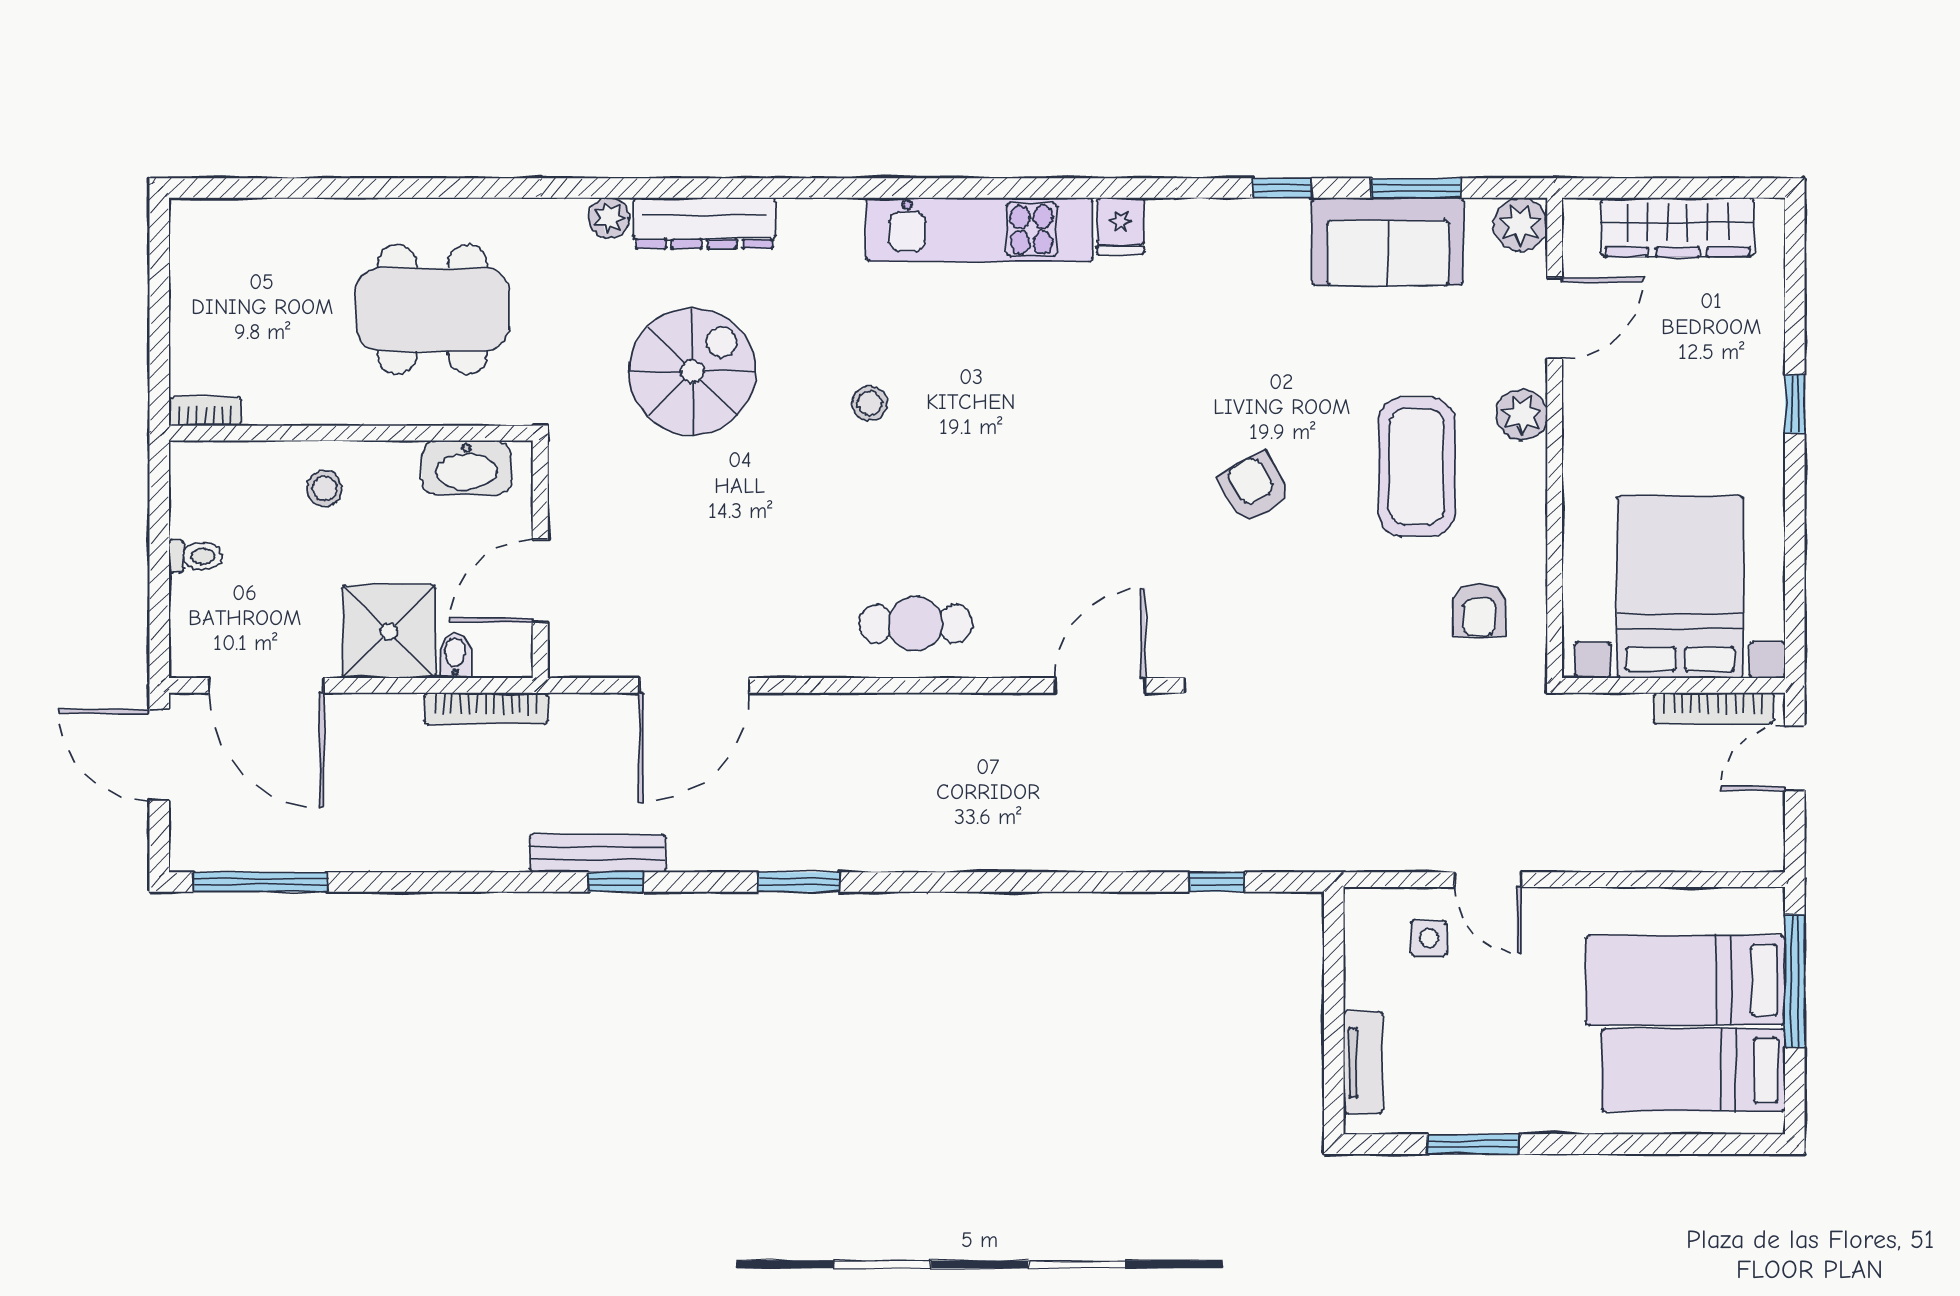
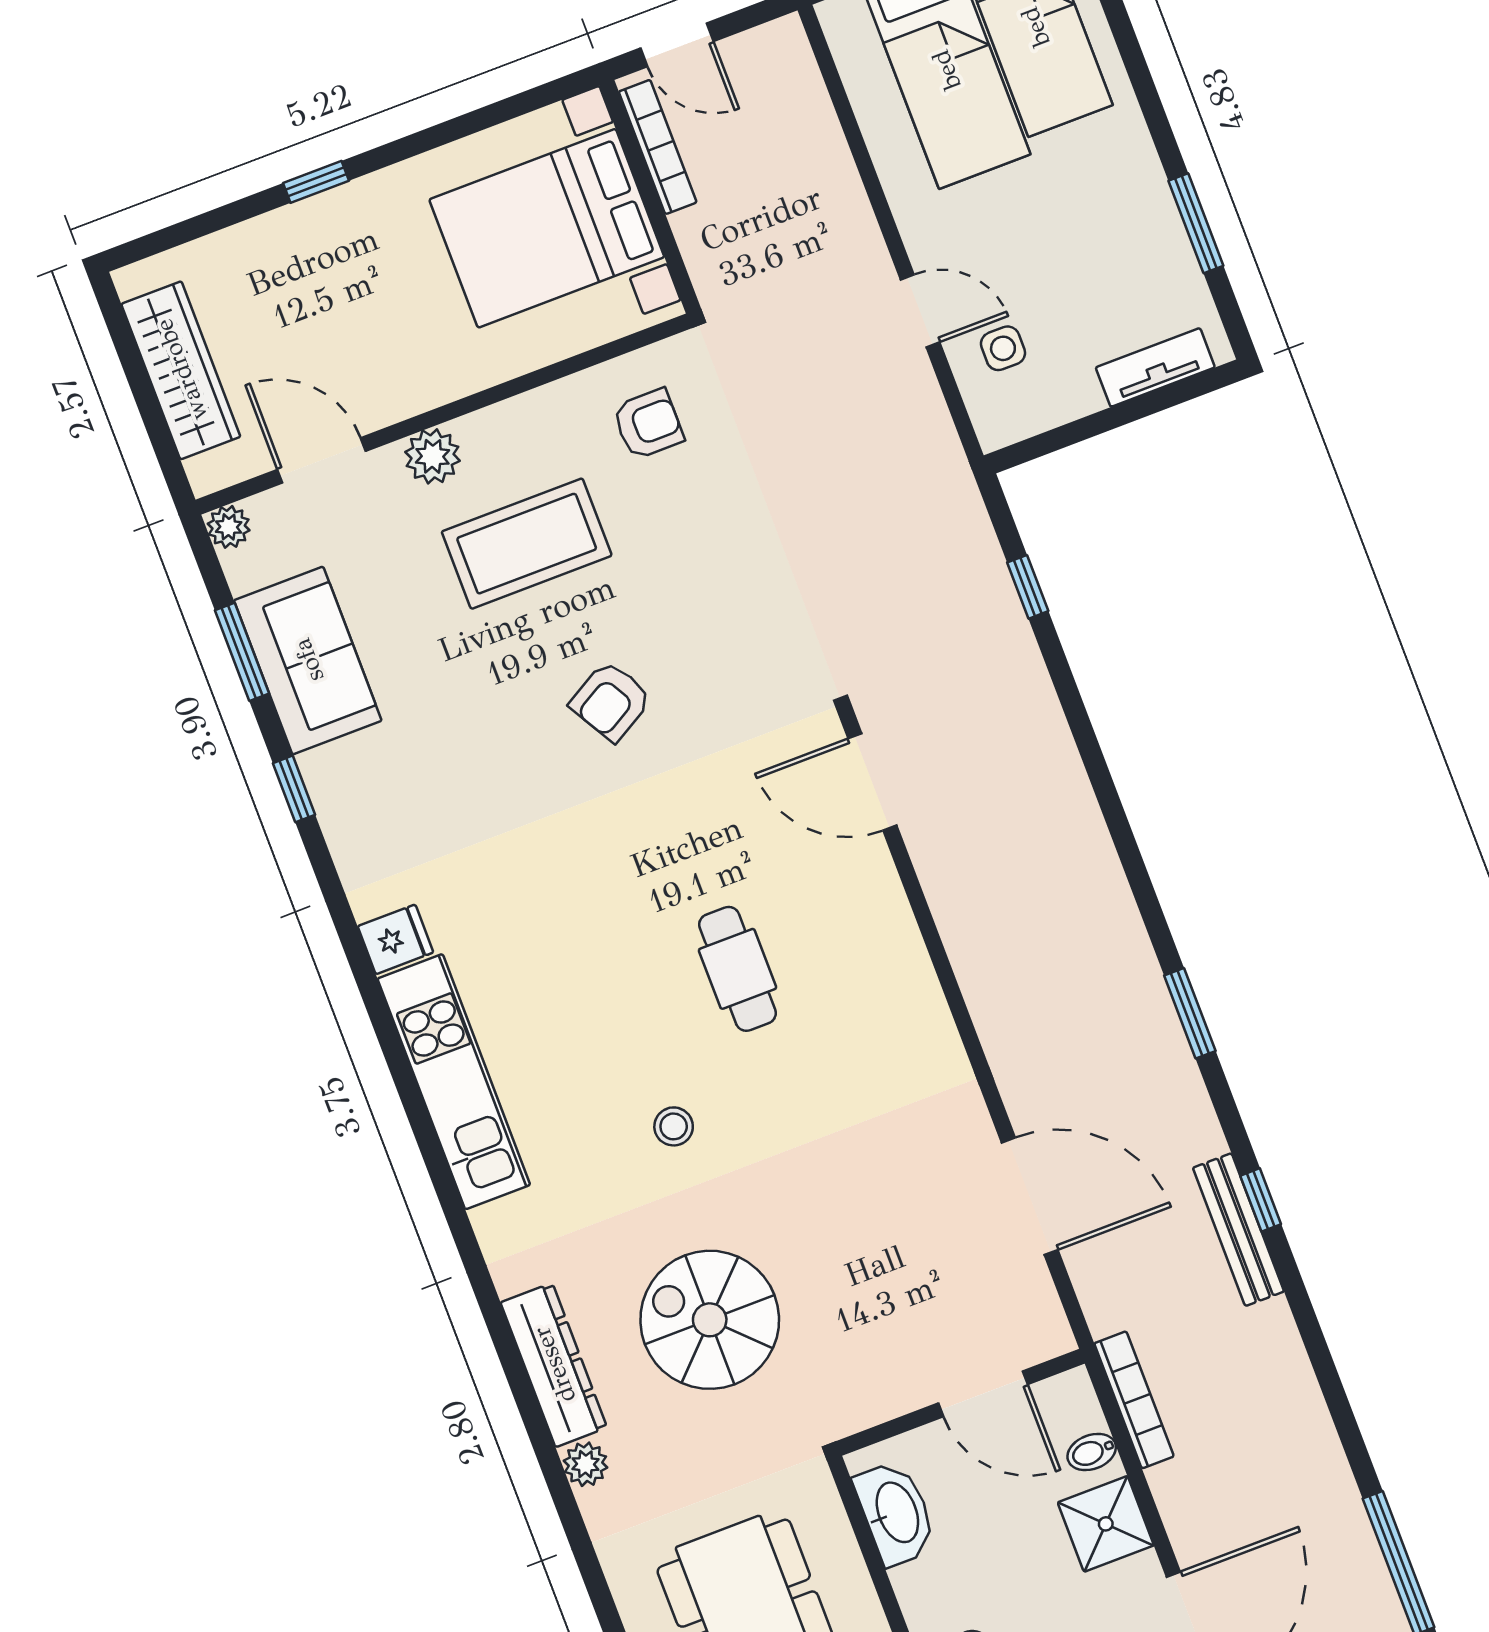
plant: (1520, 224) -> (229, 527), width x0.73, depth x0.73
cafe table: (915, 623) -> (738, 969), moved
shower: (389, 631) -> (1106, 1524), width x0.73, depth x0.73
door: (1488, 880) -> (920, 311), hinge flipped

